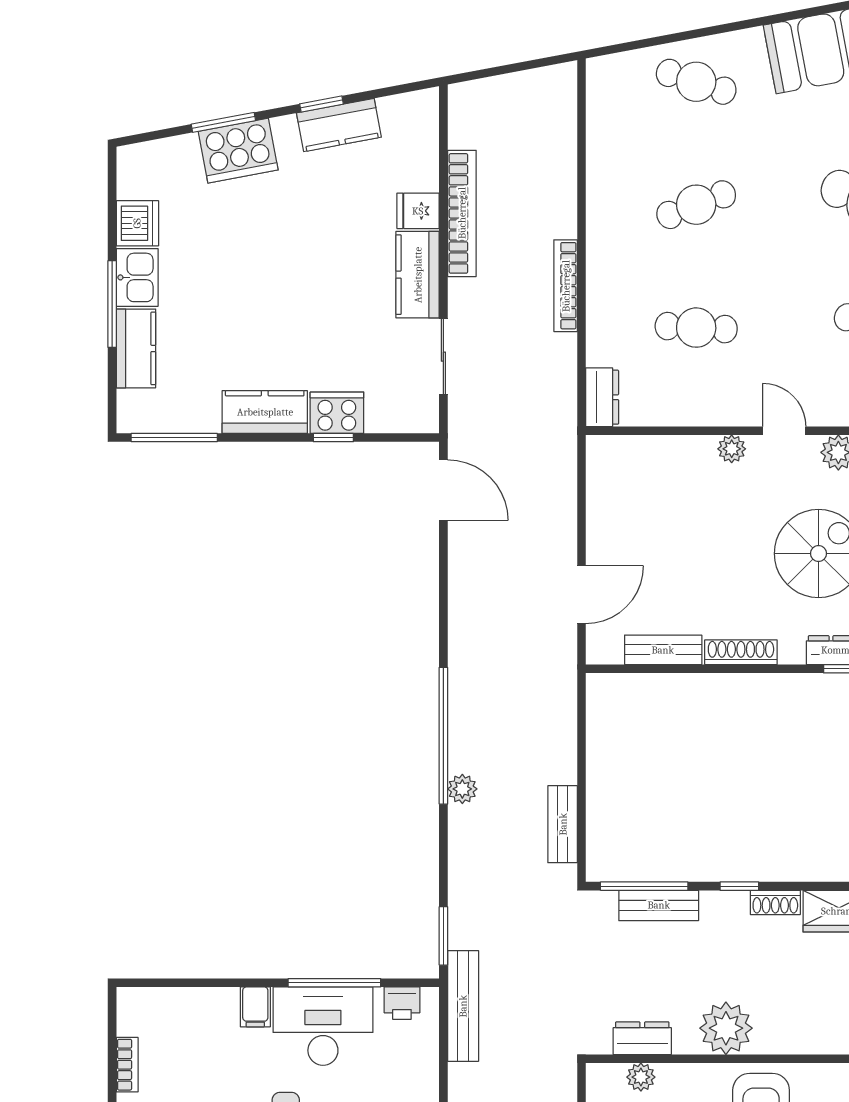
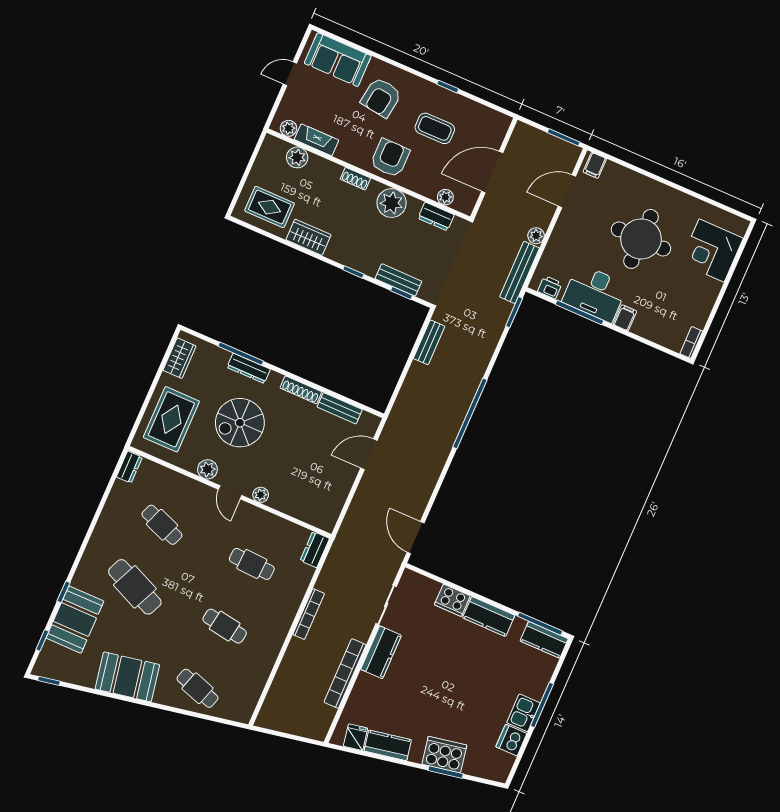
window: (322, 104) -> (392, 760), removed
cafe table: (696, 205) -> (225, 626), turned 30
fridge: (418, 211) -> (356, 737), moved, turned -101
kitchen counter: (136, 348) -> (544, 640), moved, turned -90
window: (333, 438) -> (460, 588), removed
plant: (462, 789) -> (536, 236), moved
window: (644, 886) -> (402, 293), width x0.46
shoe rack: (775, 902) -> (355, 179), moved, turned 180
bookcase: (127, 1065) -> (691, 342), moved

